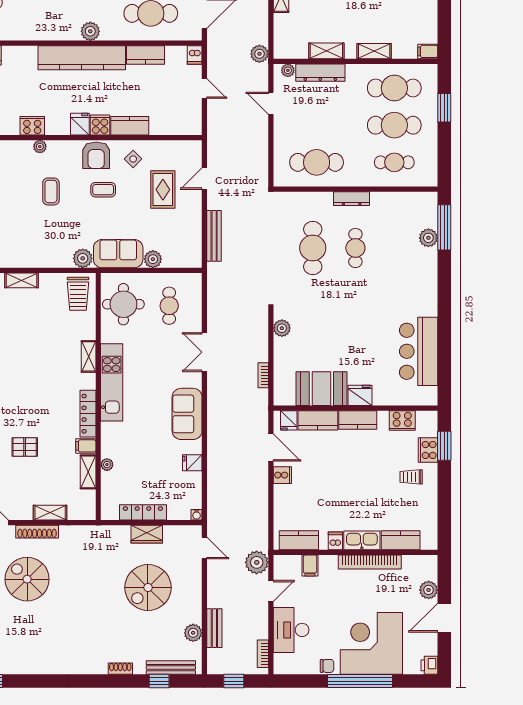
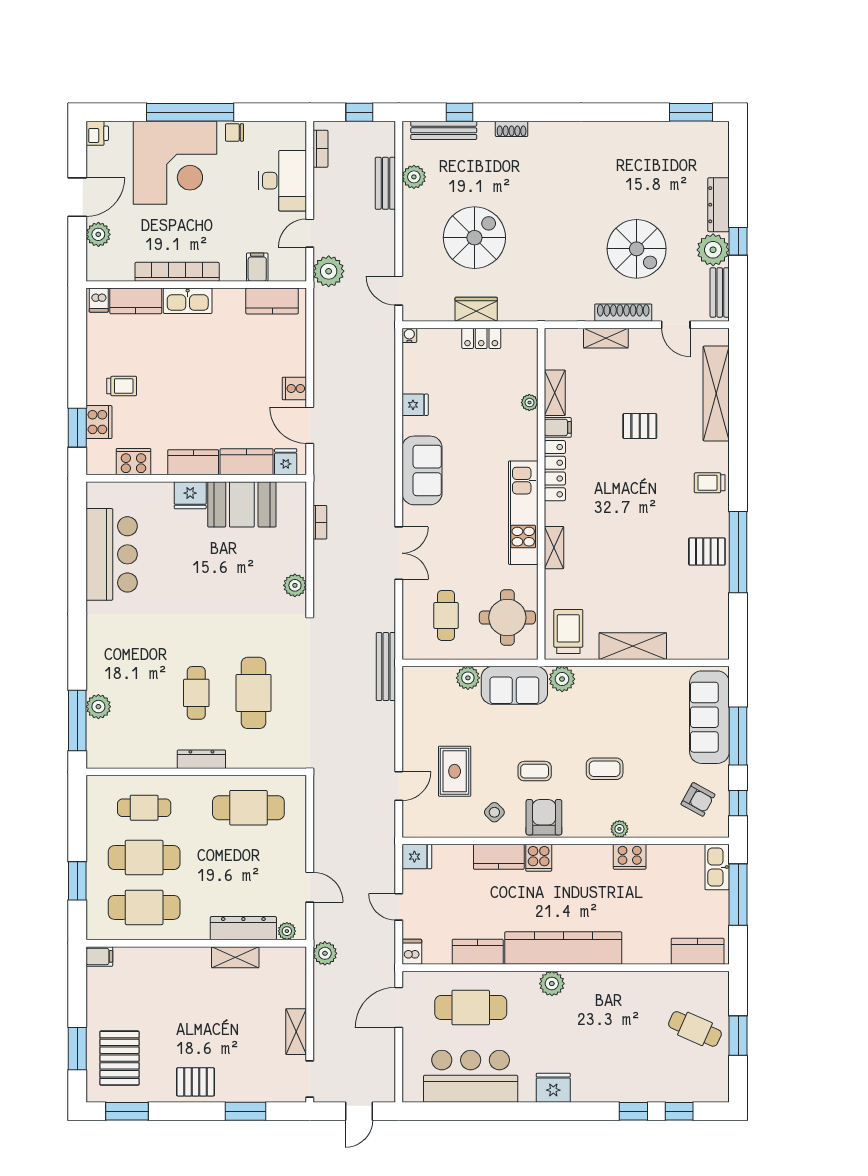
shelving: (374, 51) -> (171, 957), removed
fridge: (80, 124) -> (417, 857), moved, turned -90
coffee table: (51, 191) -> (605, 769), turned 90
bench: (214, 236) -> (386, 667), moved
shelving: (22, 280) -> (633, 646), width x1.50, depth x1.33
locker: (143, 512) -> (481, 338), width x0.66
dishwasher: (335, 541) -> (99, 300), moved

